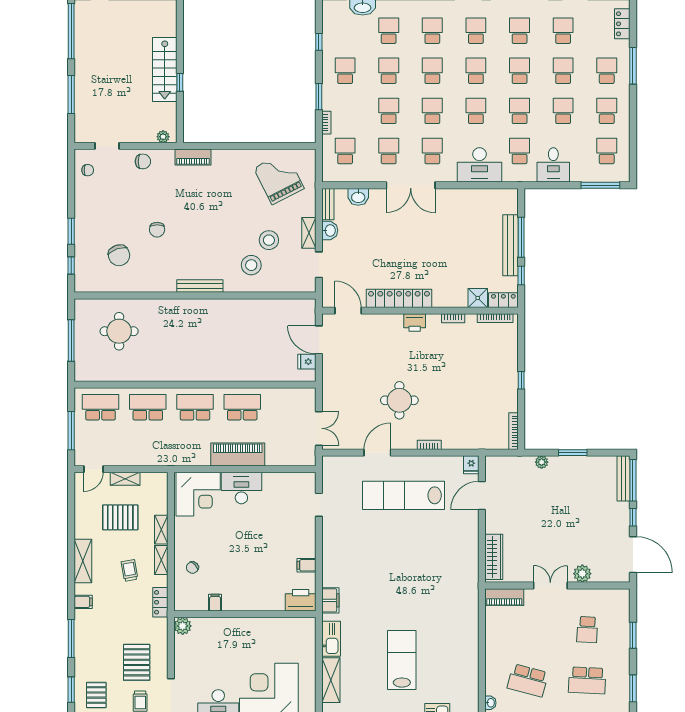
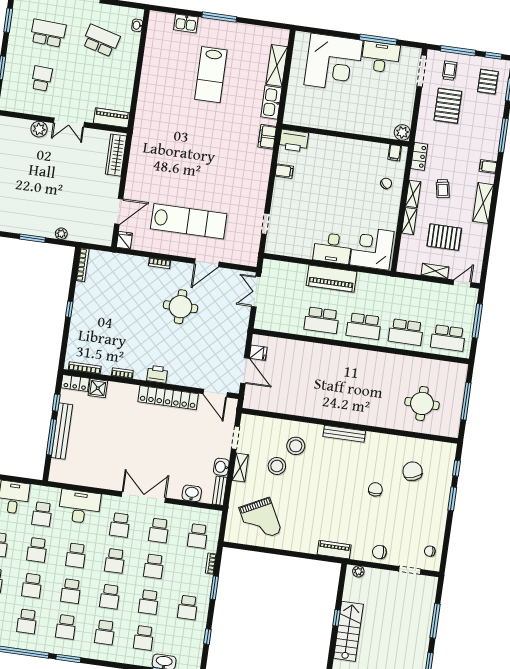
filing cabinet: (215, 603) -> (395, 153), moved

